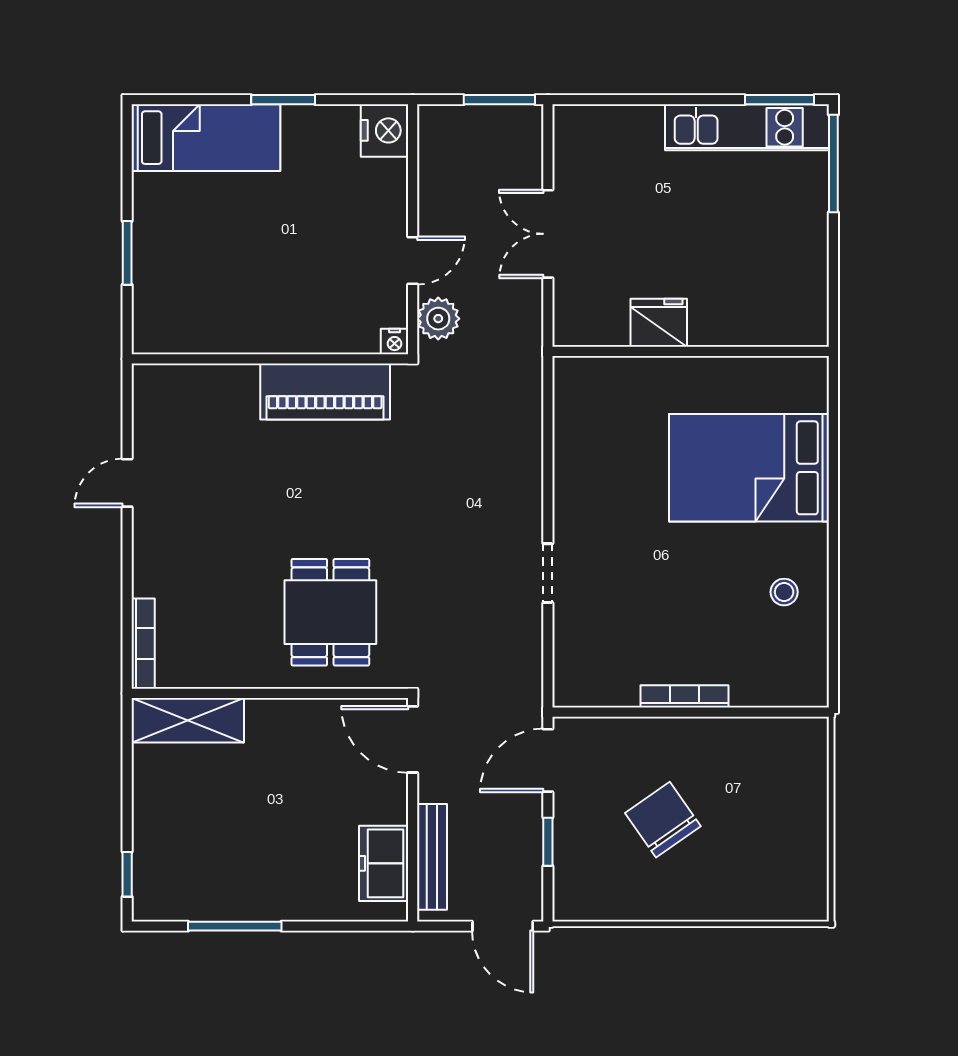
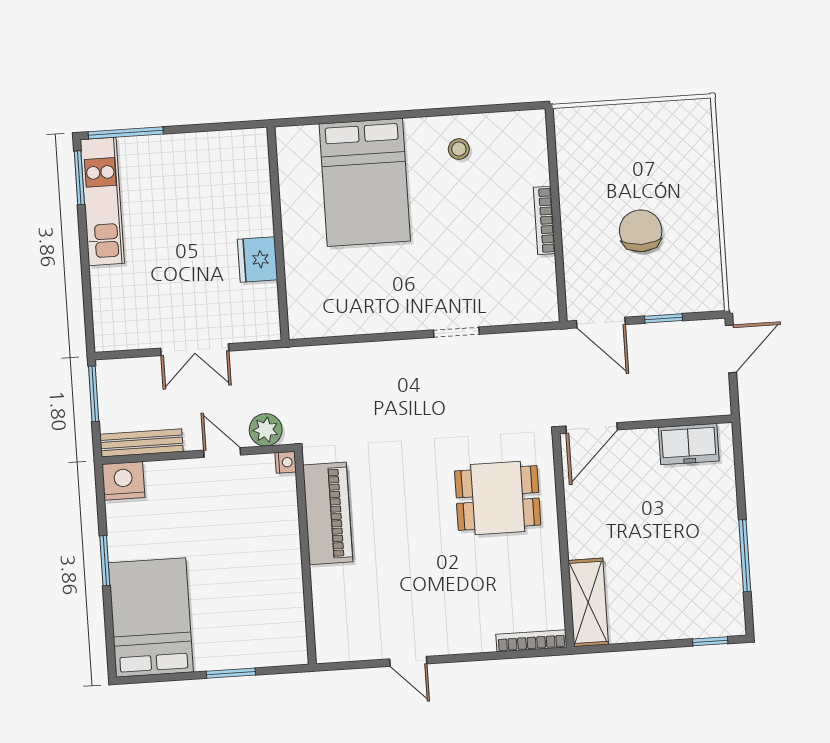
bed: (206, 138) -> (151, 617), width x1.50
chair: (663, 820) -> (641, 231), turned 125
bench: (432, 857) -> (141, 443), moved

